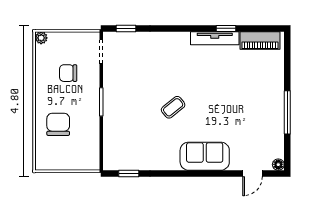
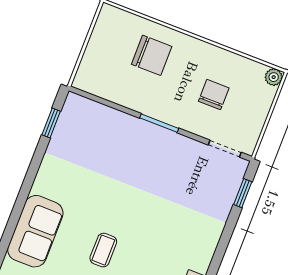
coffee table: (173, 107) -> (103, 250), moved, turned 39

